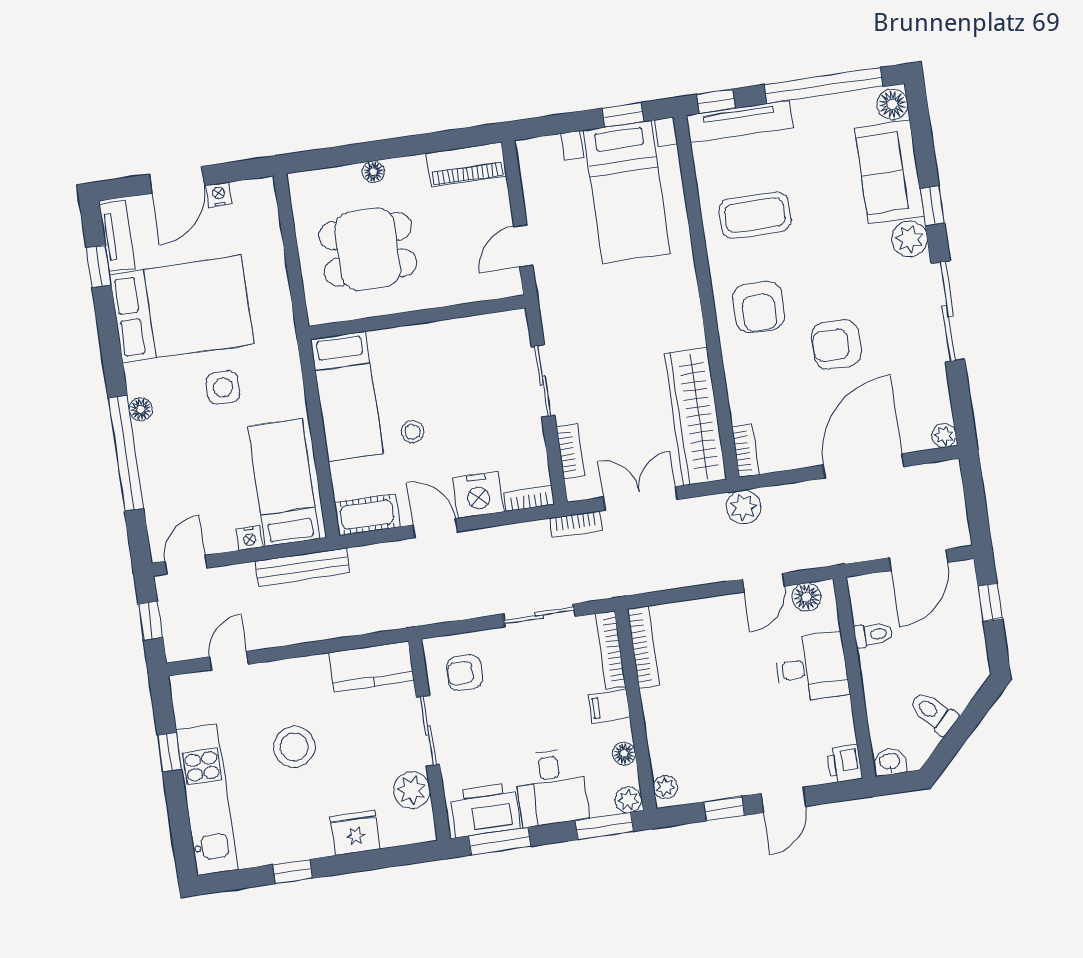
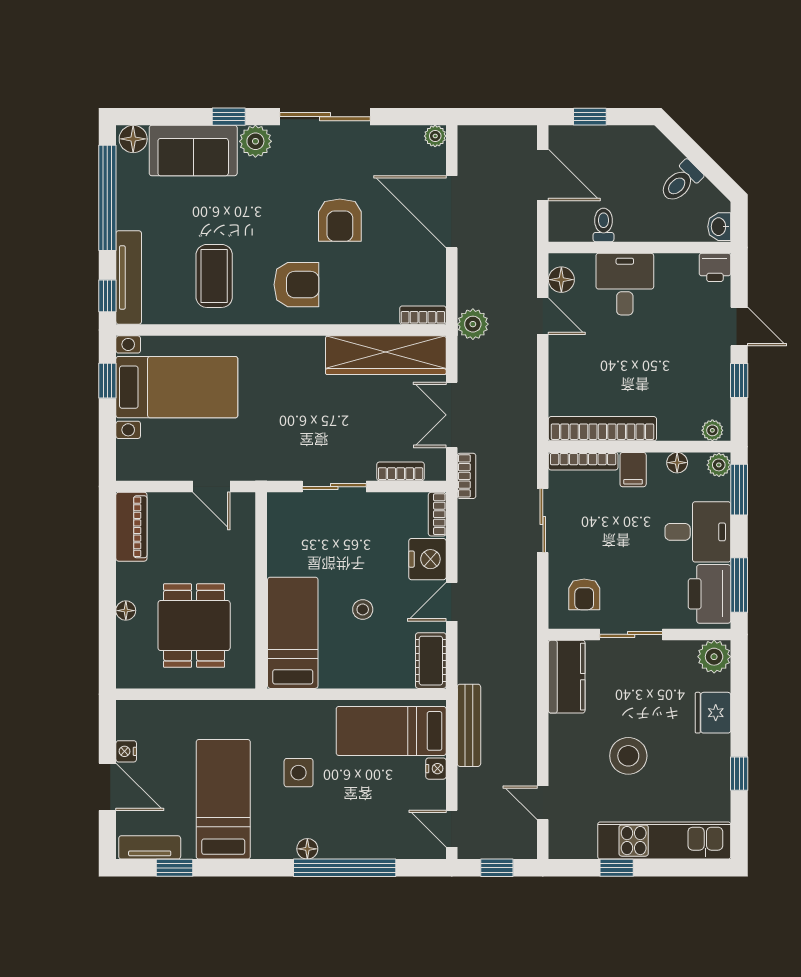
bed: (182, 309) -> (223, 799), width x0.67
bed: (347, 396) -> (293, 633), moved, turned -90
bookcase: (643, 647) -> (602, 429), width x1.48, depth x1.31
plant: (412, 790) -> (714, 657), moved

